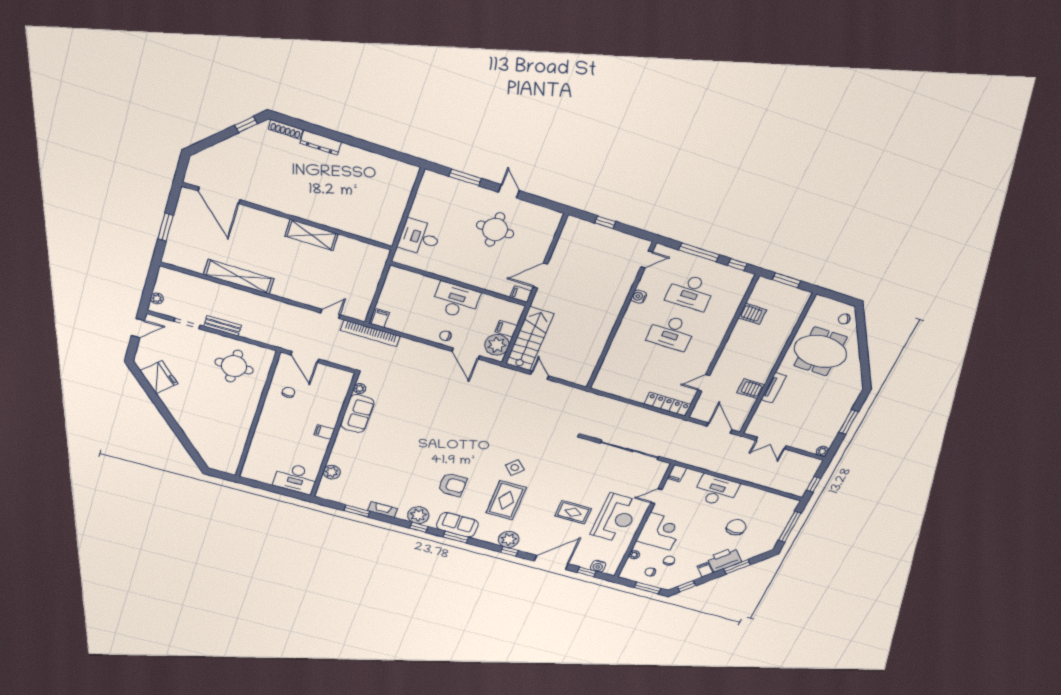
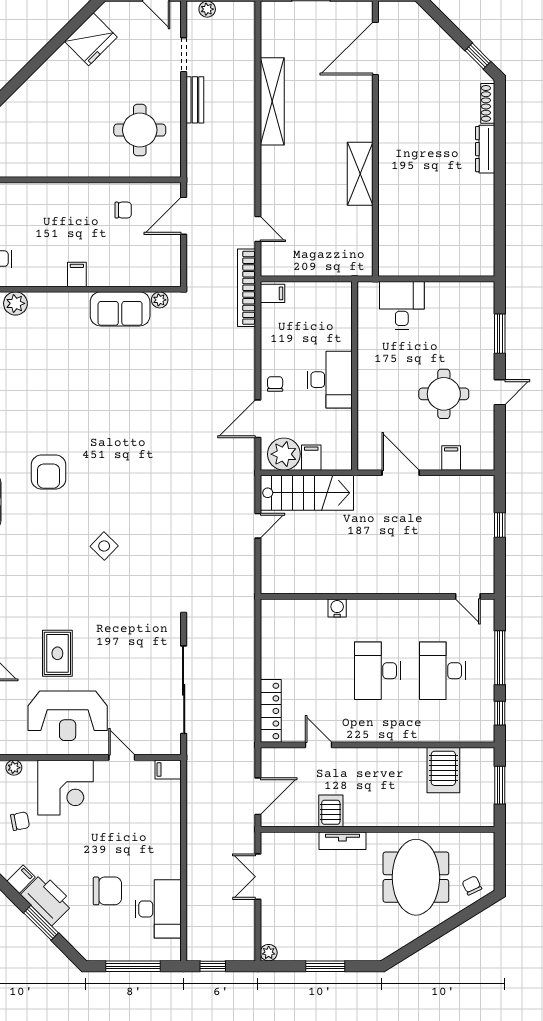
filing cabinet: (521, 294) -> (451, 458), moved
water cooler: (639, 297) -> (337, 608), moved
server rack: (752, 314) -> (443, 770), width x1.36, depth x1.44
desk: (716, 491) -> (158, 909), moved
rug: (506, 500) -> (47, 554), removed

